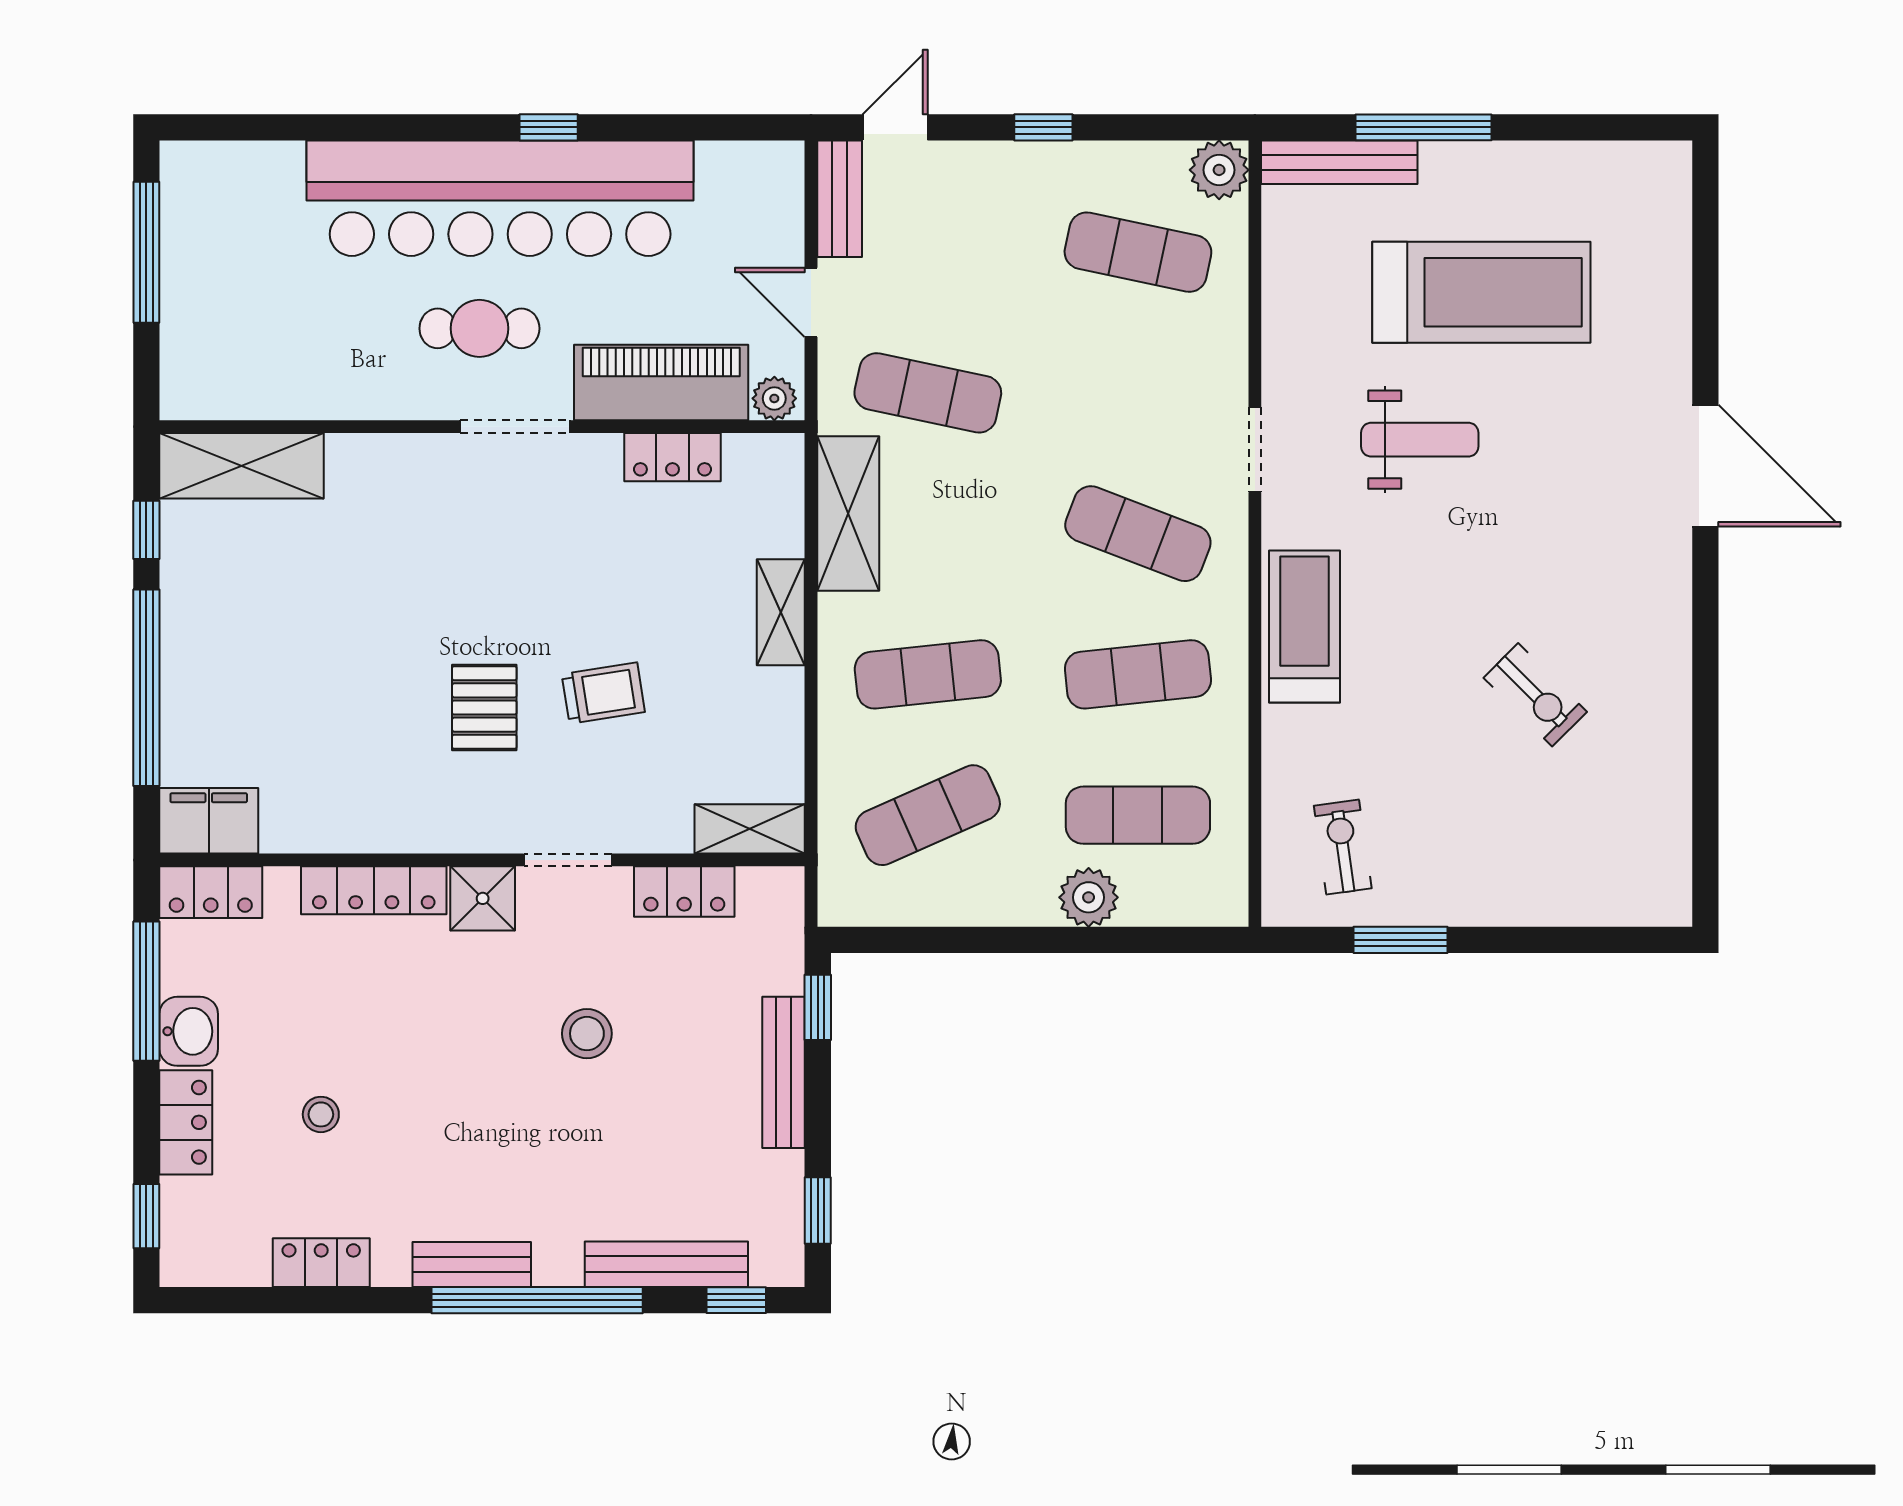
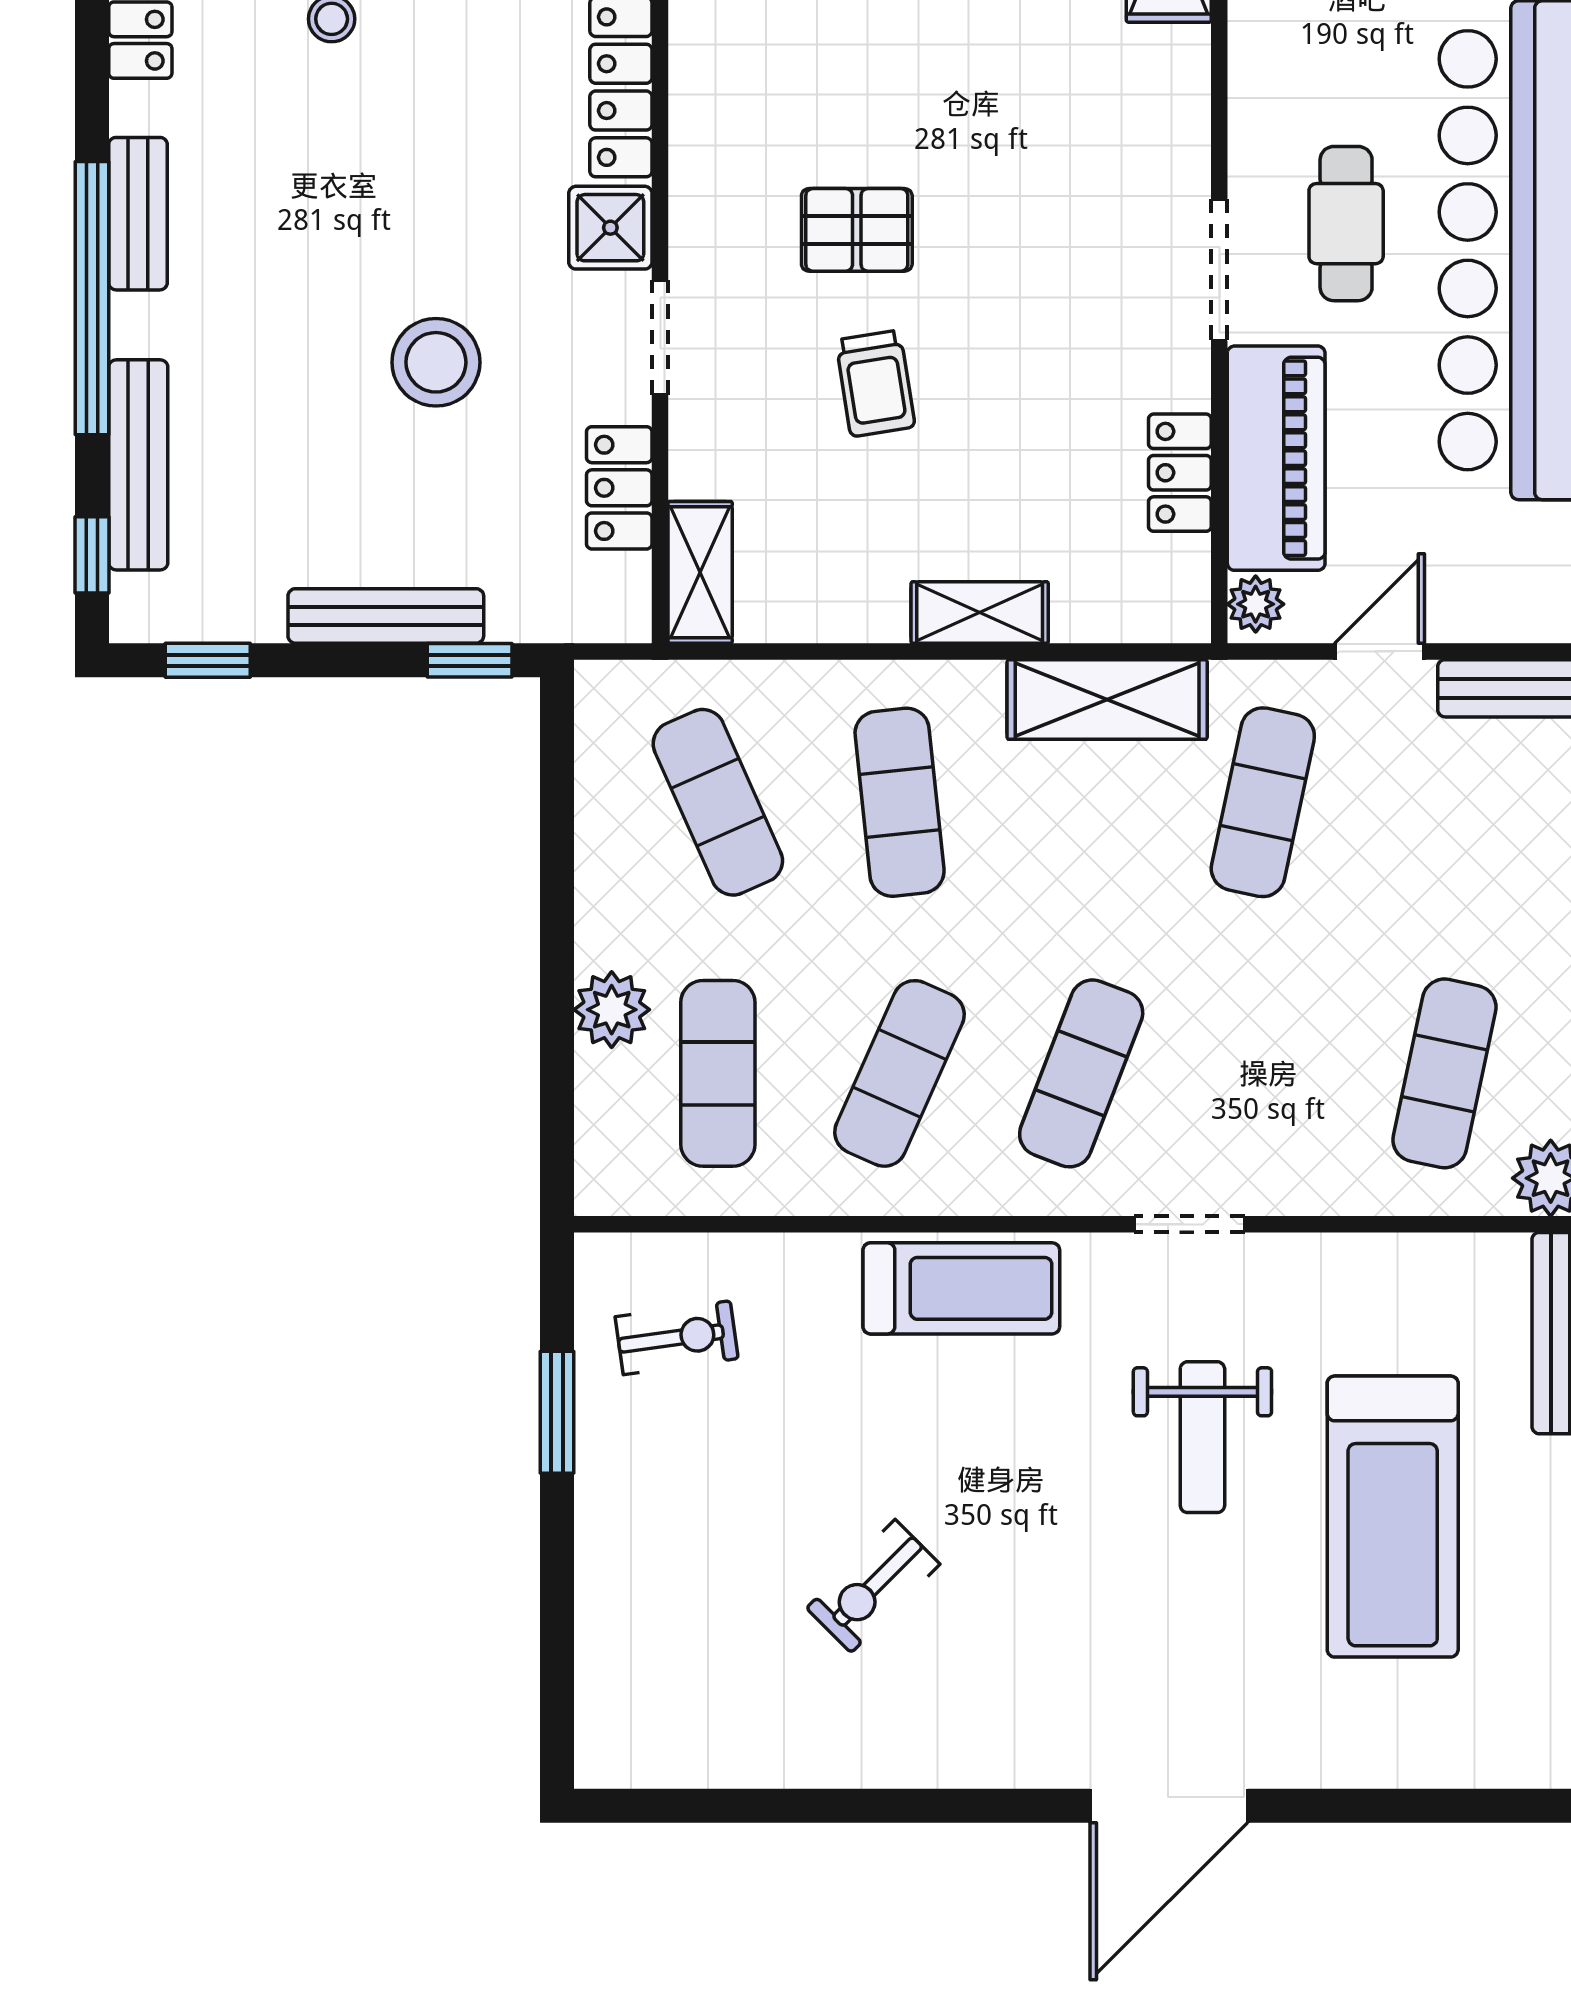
exercise mat: (1138, 674) -> (900, 1073), turned 30
stool: (587, 1034) -> (436, 362), width x1.38, depth x1.38

